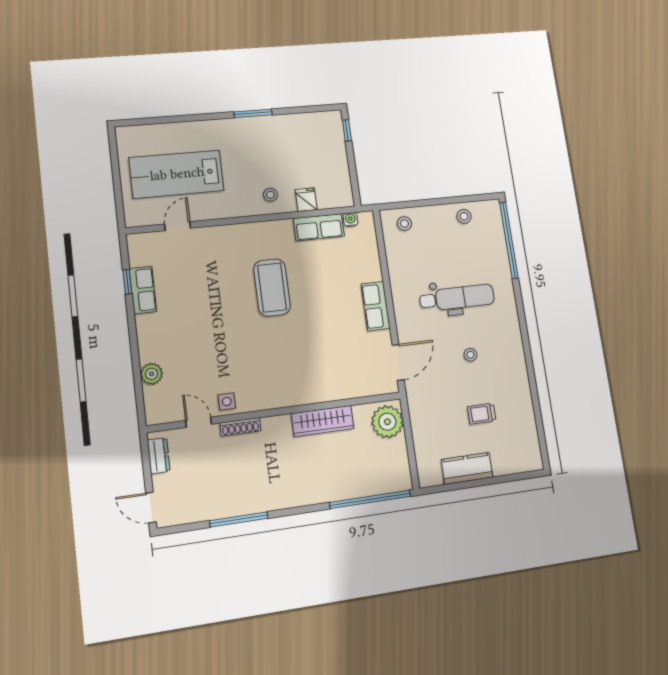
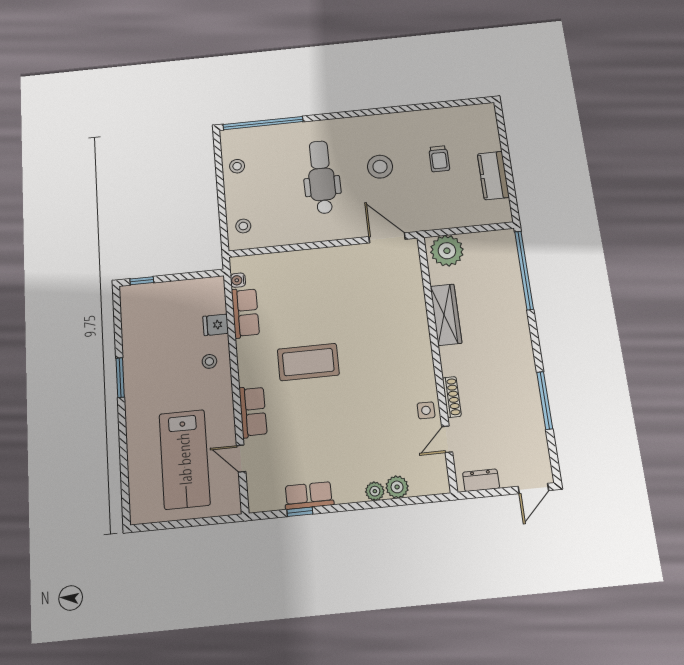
row of seats: (376, 306) -> (253, 412), moved, turned -90
plant: (147, 353) -> (375, 491), added
stool: (470, 355) -> (380, 167), width x1.89, depth x1.89

